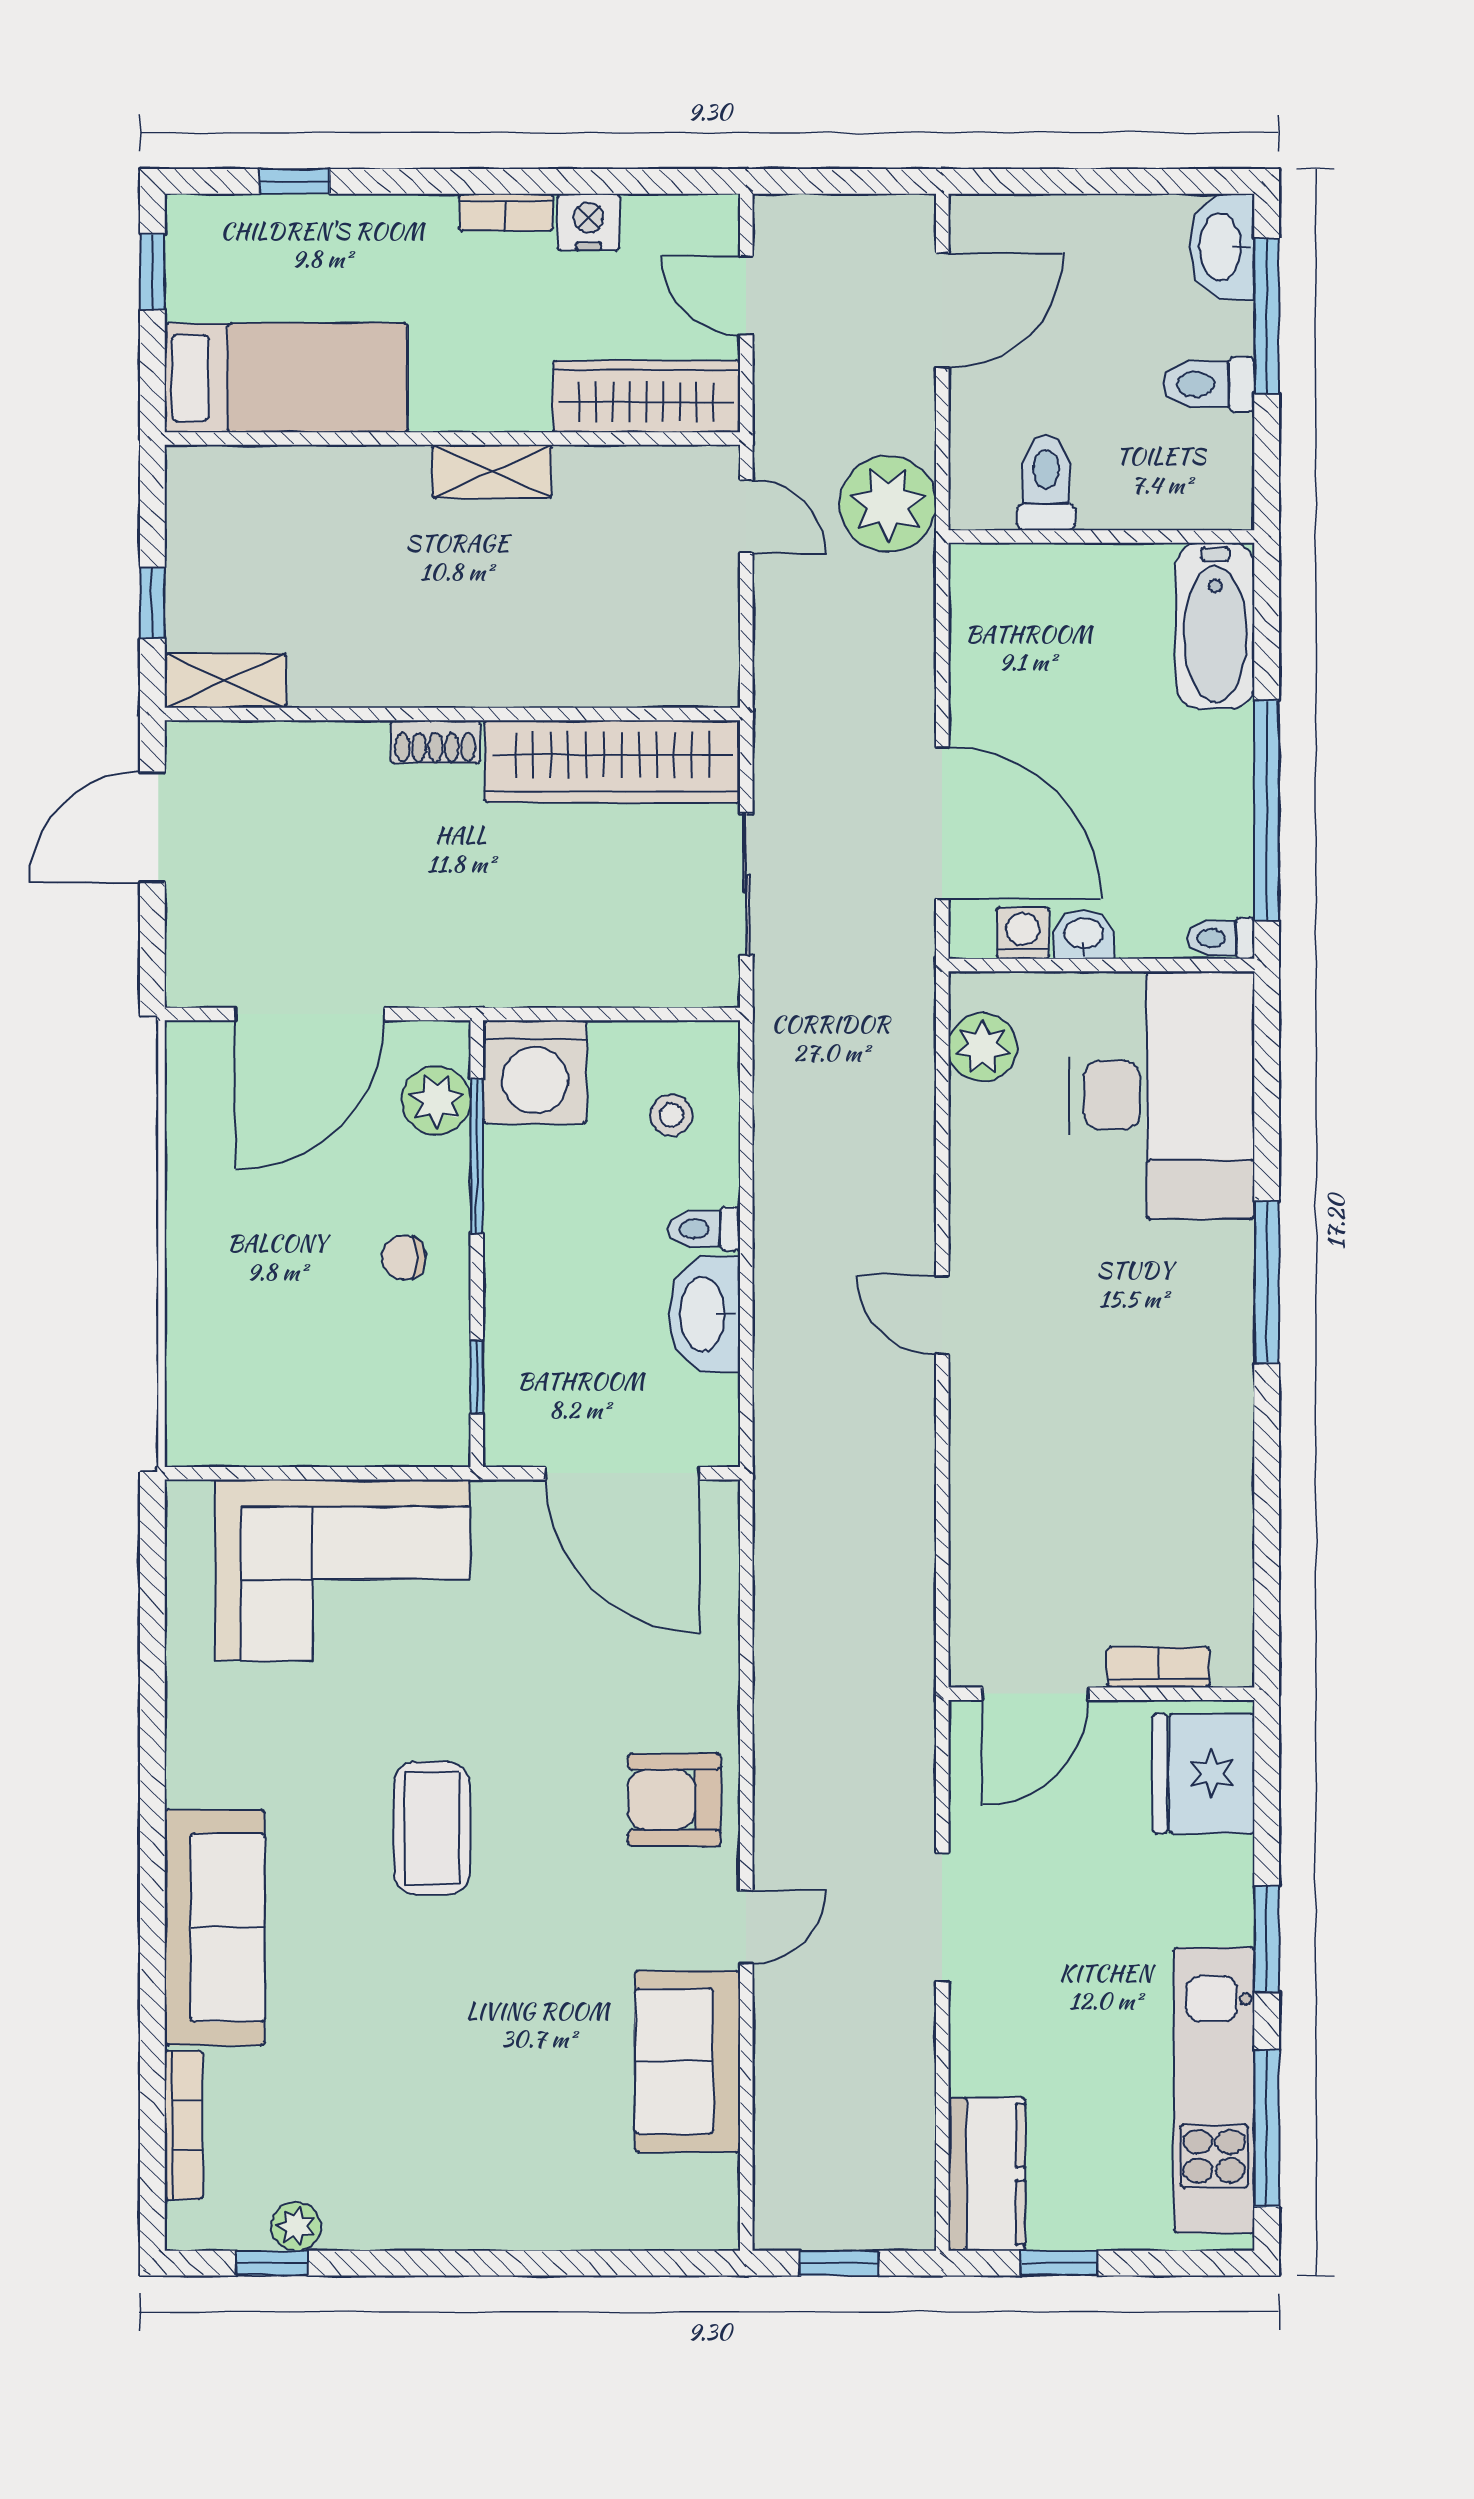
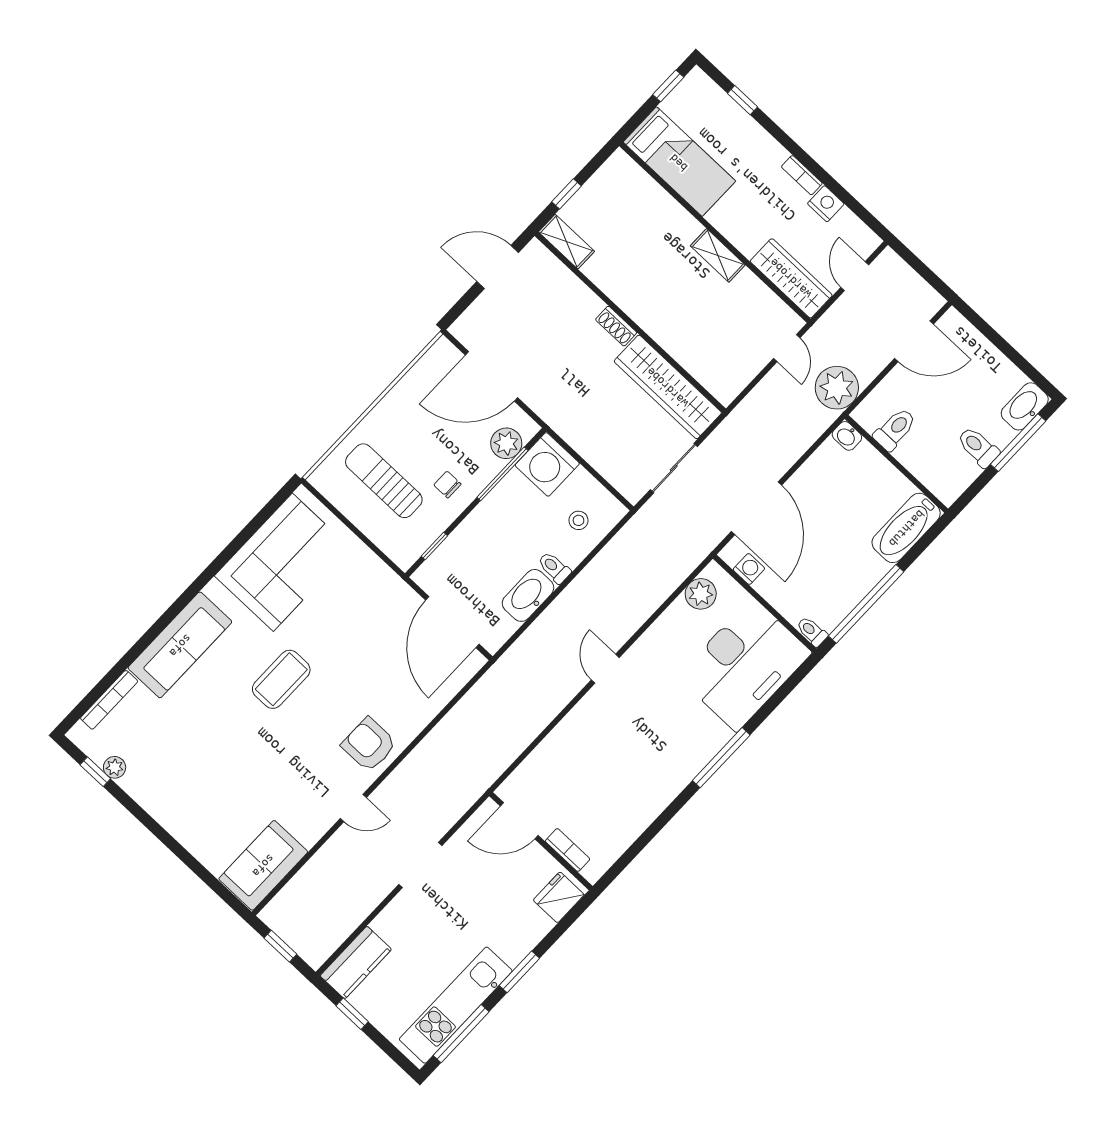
washbasin: (1084, 935) -> (847, 436), moved, turned 180
sun lounger: (295, 1349) -> (384, 481), added
corner sofa: (343, 1570) -> (283, 562), moved, turned -90
fridge: (1204, 1774) -> (559, 897), width x0.73, depth x0.75
sofa: (688, 2061) -> (263, 865), moved

